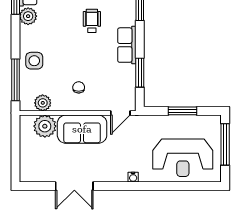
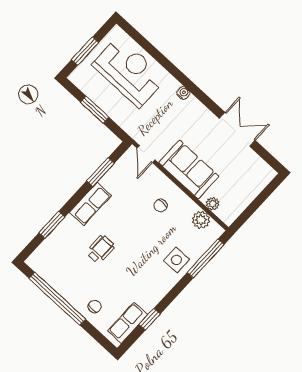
plant: (28, 16) -> (148, 300), removed
wheelchair: (92, 21) -> (101, 249), turned 180
door: (120, 113) -> (146, 154), swing flipped
plant: (45, 126) -> (213, 204), width x0.53, depth x0.53
window: (225, 144) -> (85, 51), width x0.69

